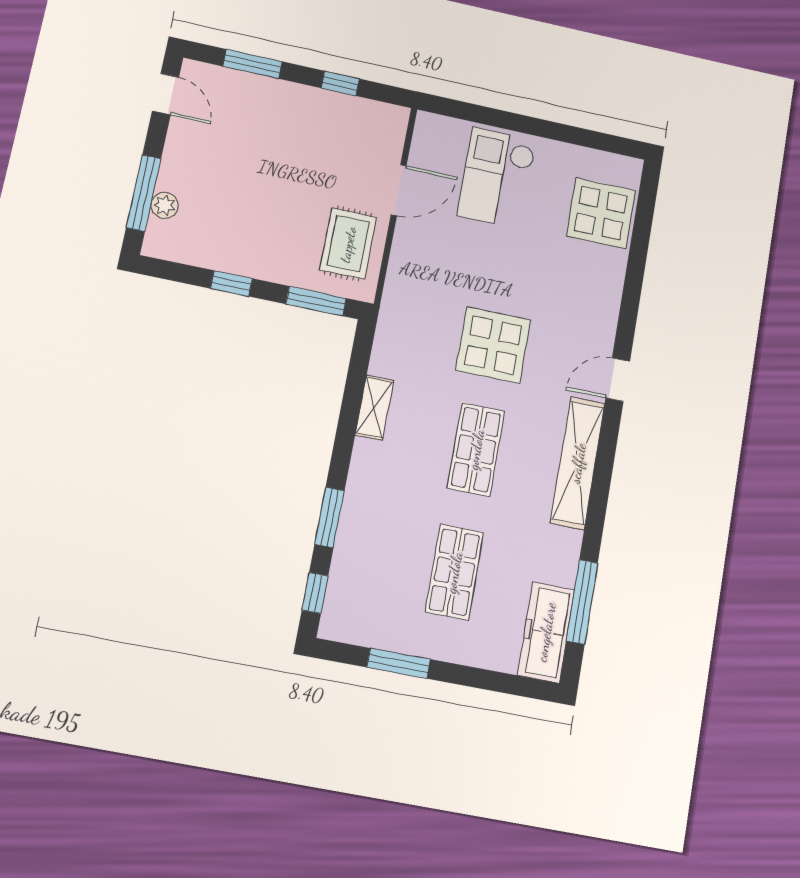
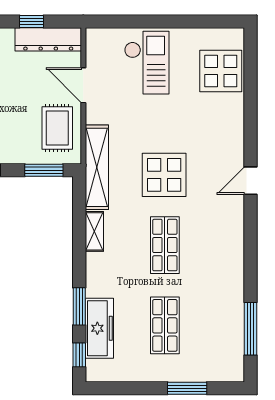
dresser: (360, 114) -> (48, 39), added
checkout: (497, 178) -> (147, 63), turned 180
door: (399, 190) -> (83, 85), swing flipped
shelving: (578, 463) -> (97, 167), moved
freezer: (546, 632) -> (99, 328), moved, turned 180
window: (399, 663) -> (187, 388), moved

